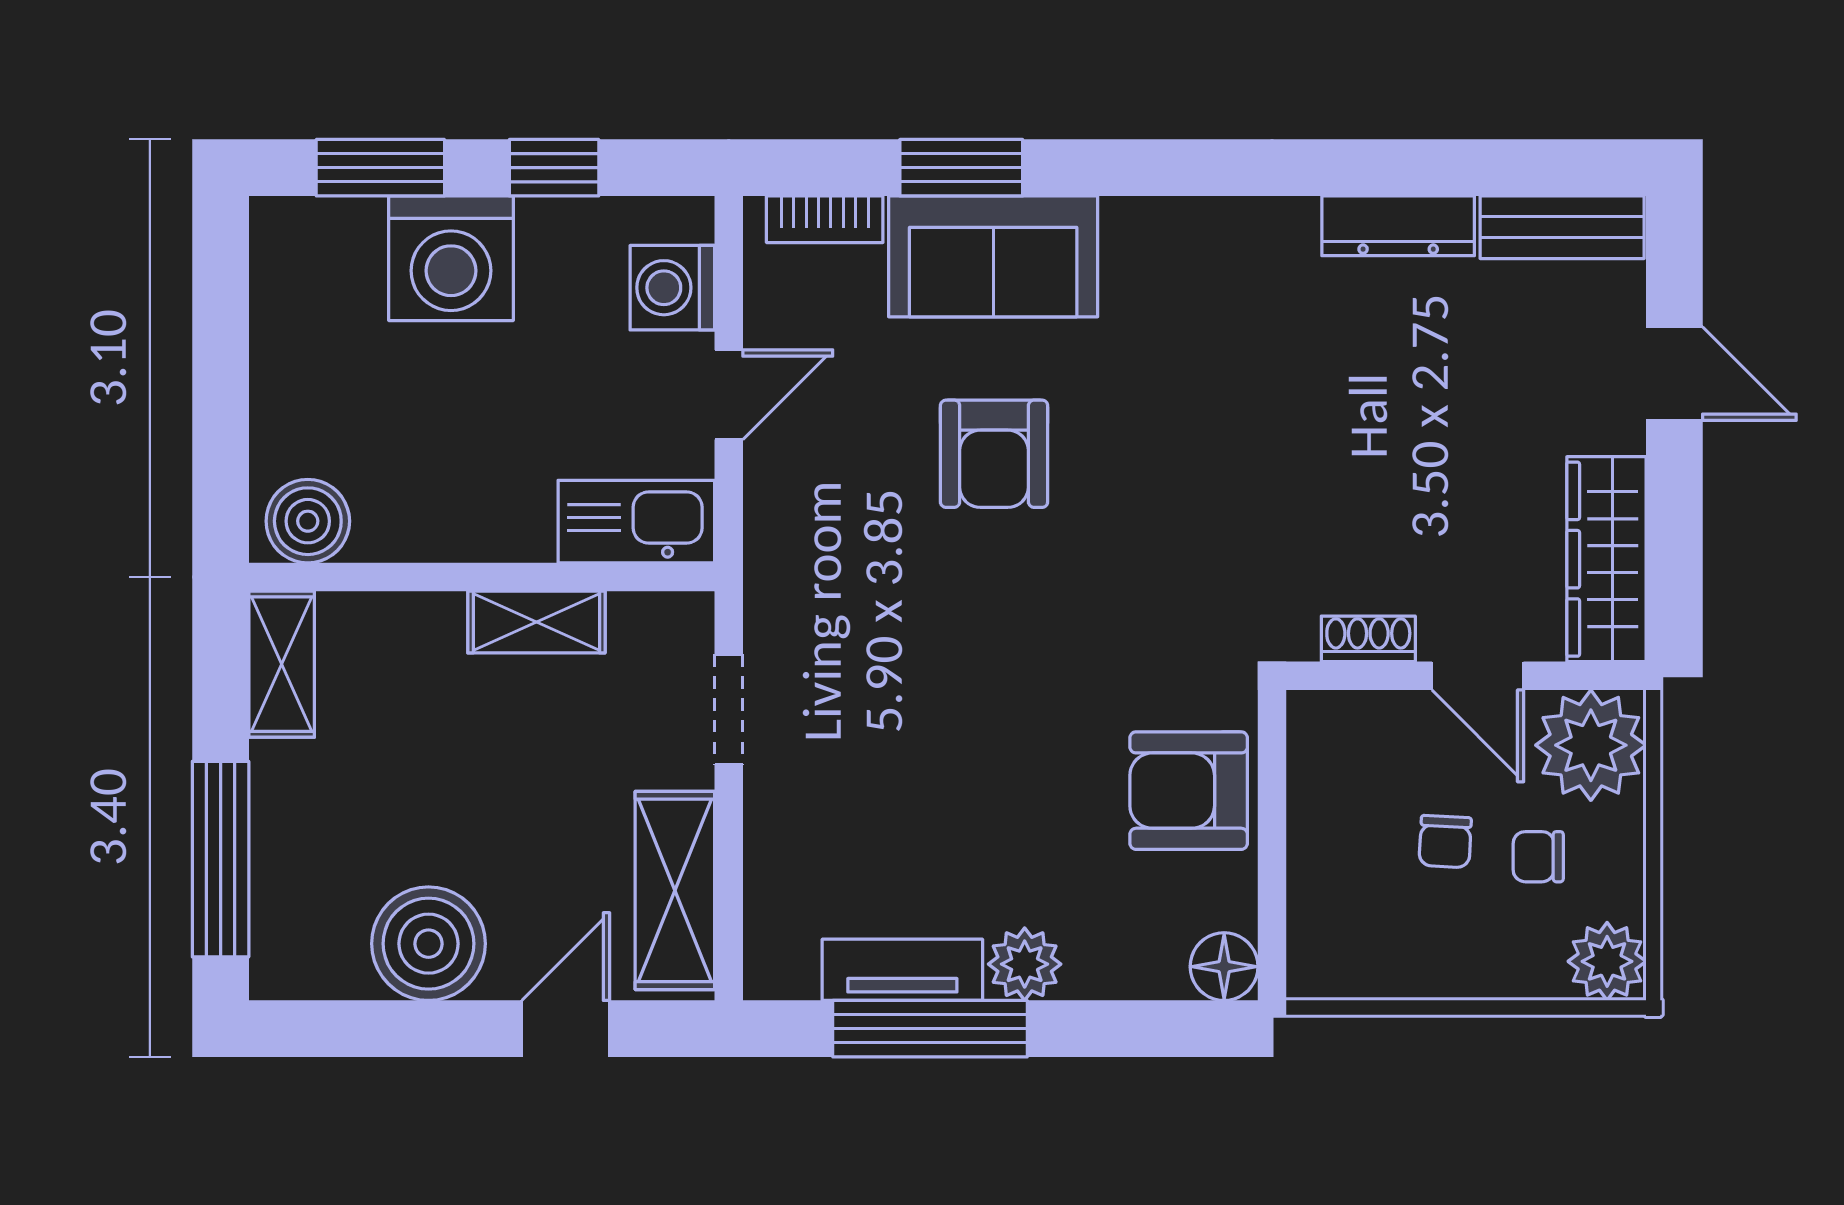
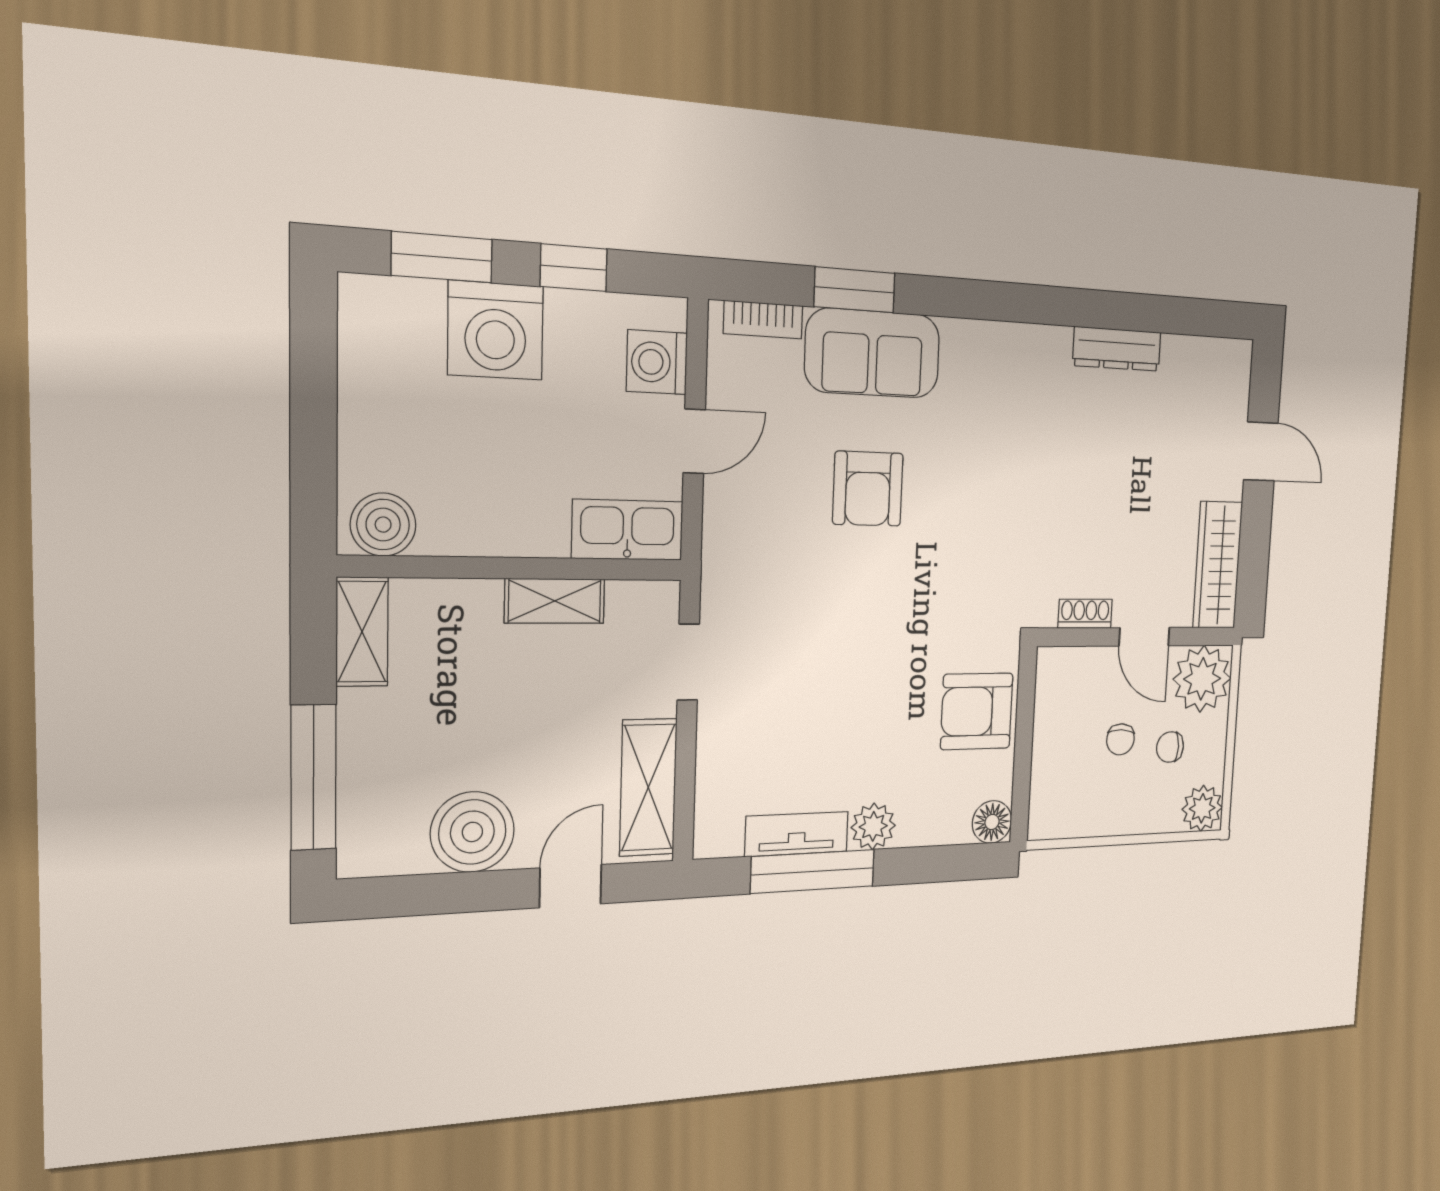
bench: (1562, 227) -> (1207, 356), removed

